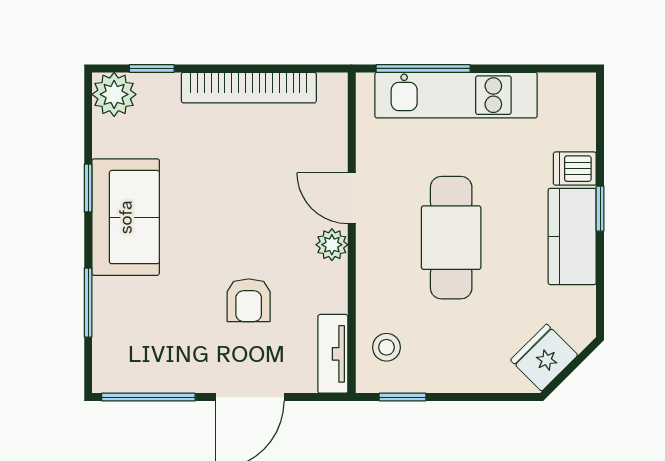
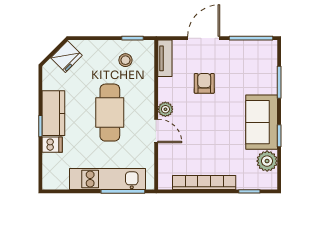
plant: (114, 94) -> (267, 161), moved
stool: (386, 347) -> (125, 60), moved

